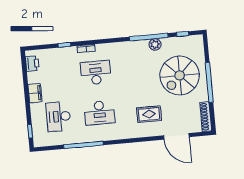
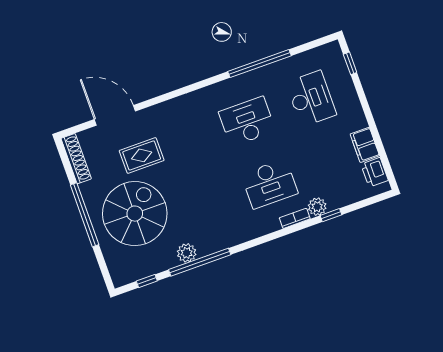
plant: (71, 52) -> (317, 207), added
filing cabinet: (35, 93) -> (365, 145), moved
rug: (149, 114) -> (142, 155), moved

